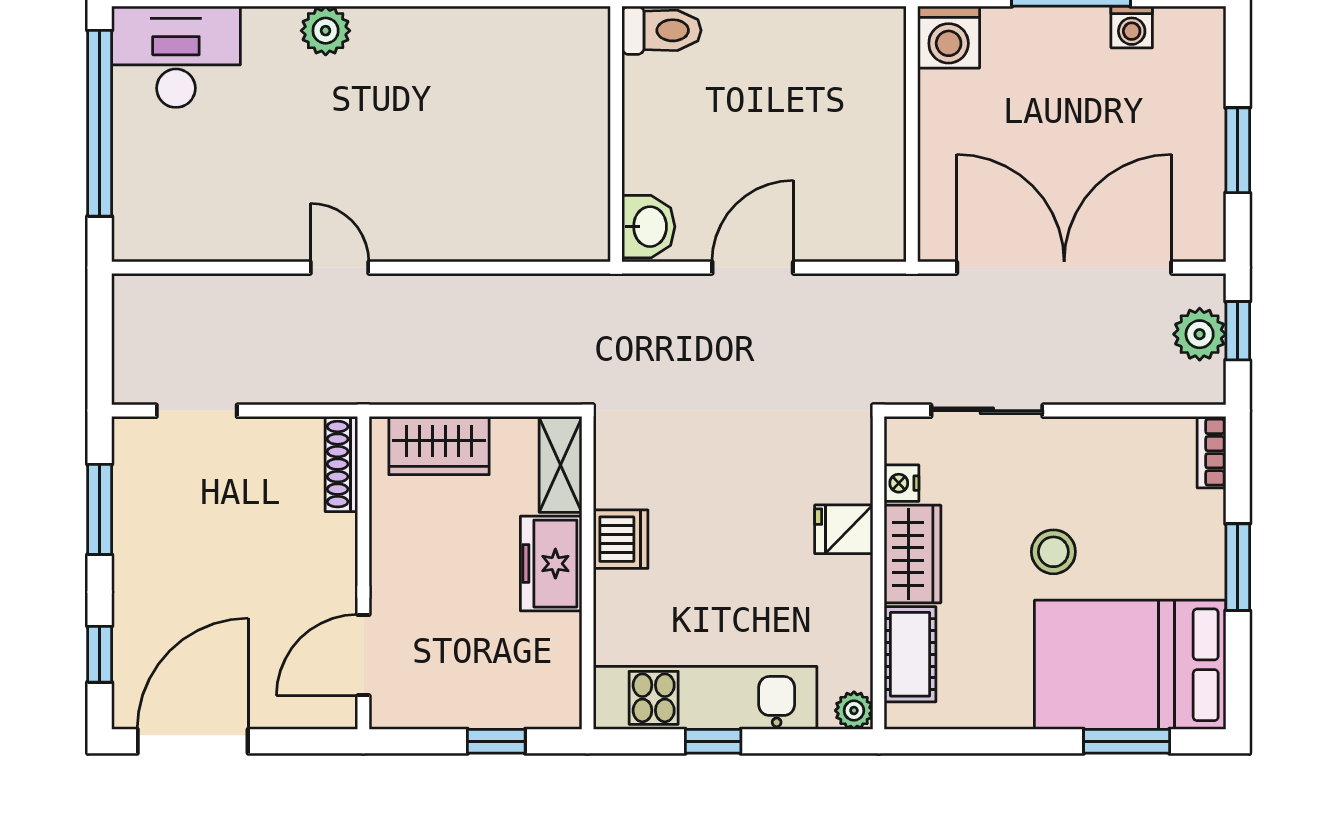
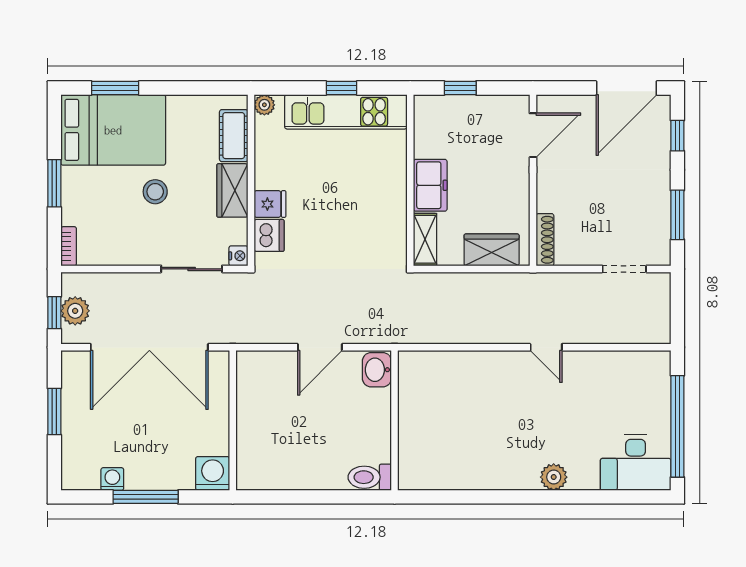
nightstand: (902, 483) -> (238, 256), moved
dishwasher: (621, 539) -> (269, 235), moved, turned 180

